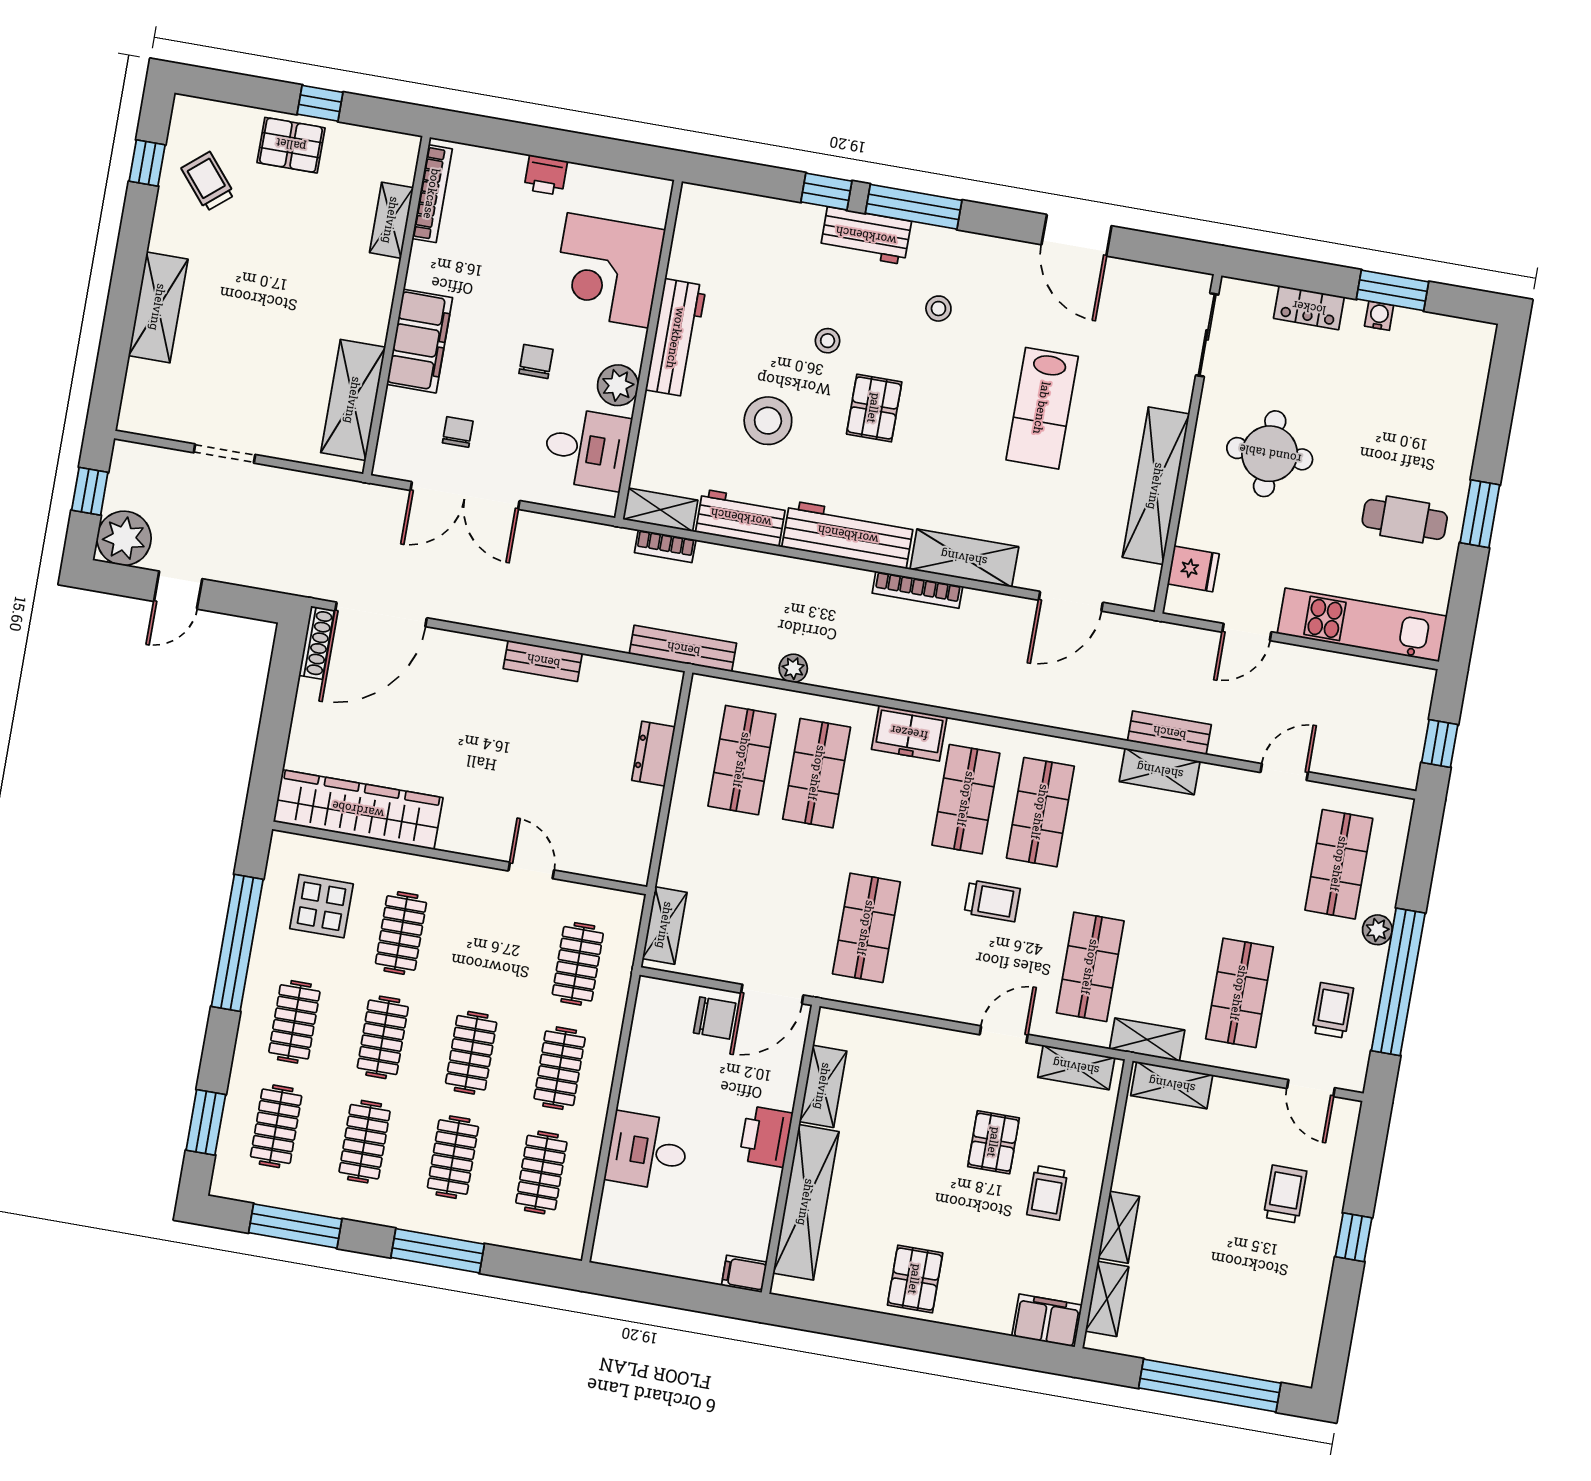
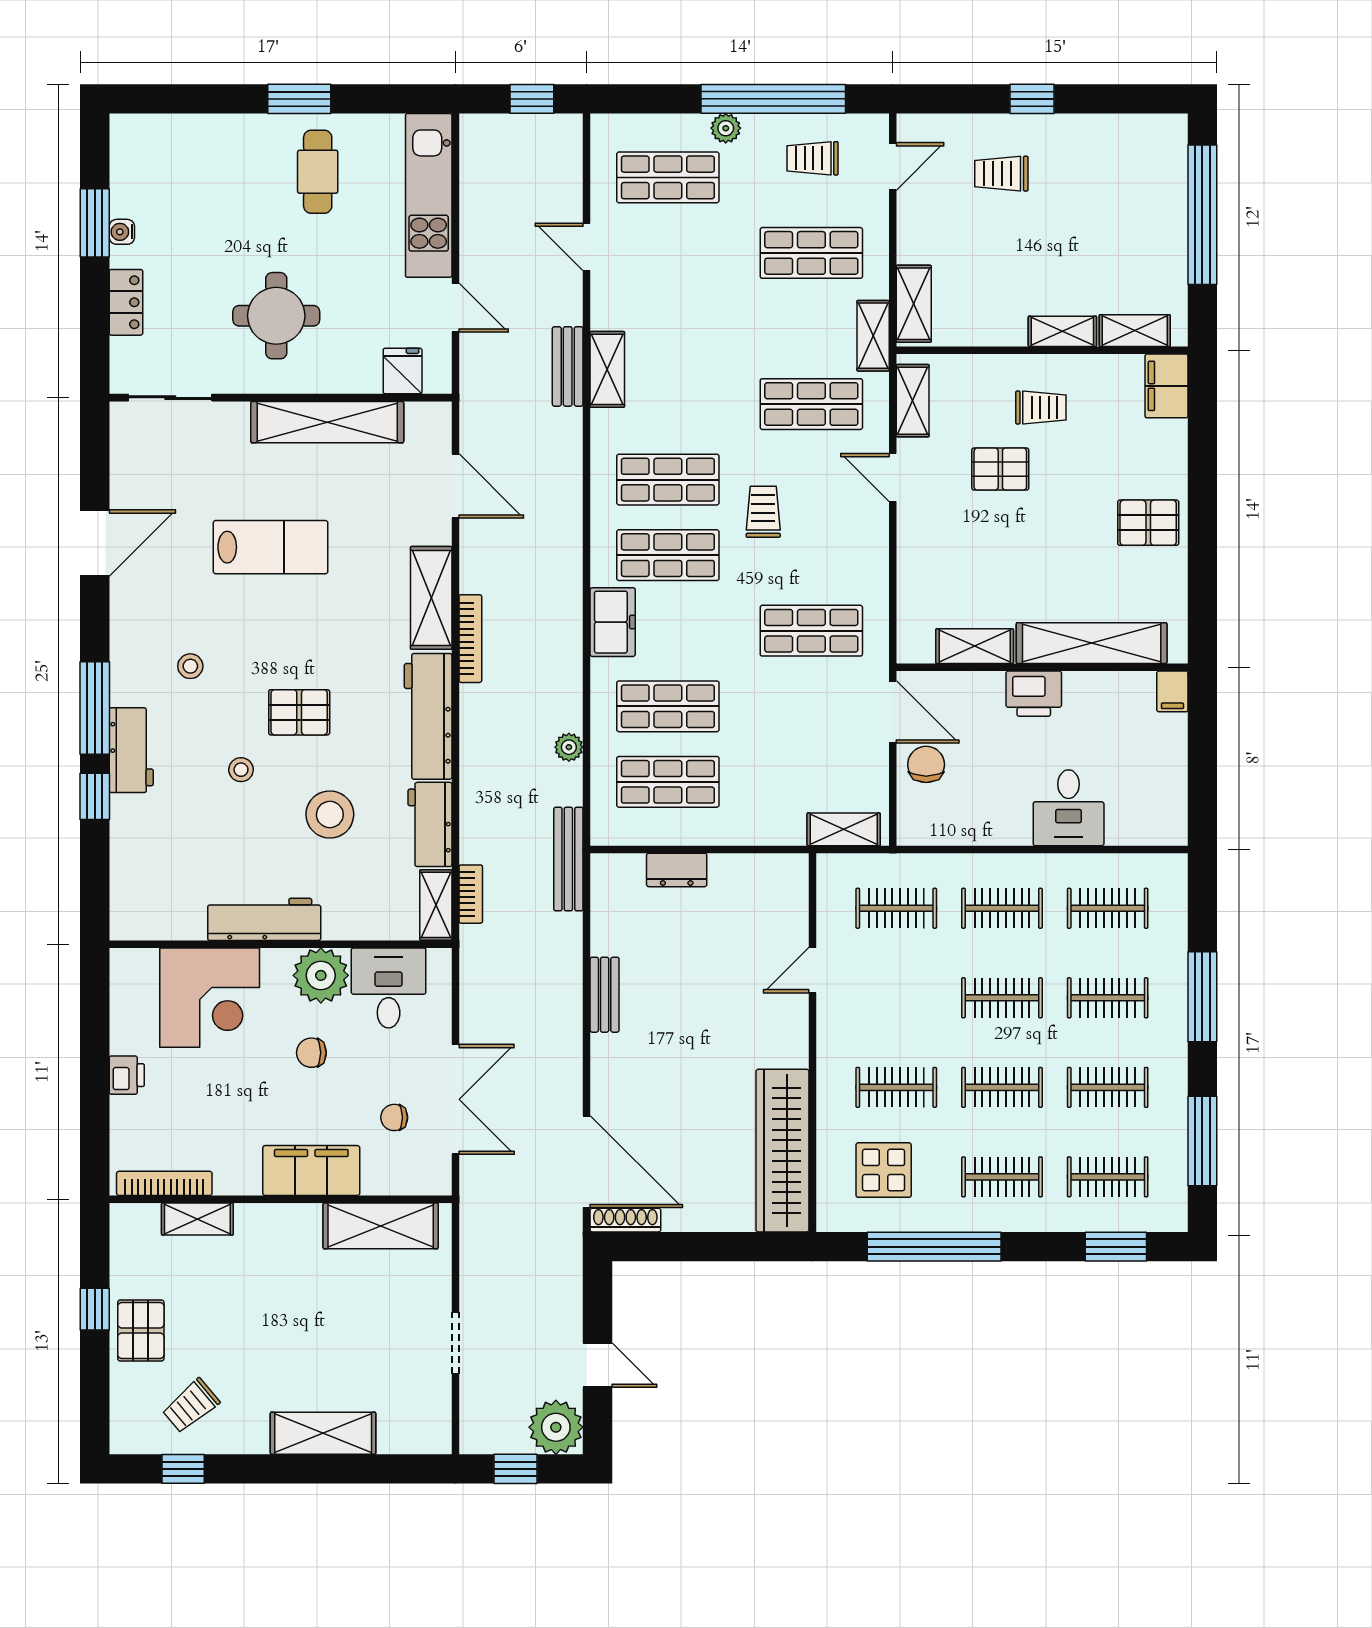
plant: (618, 385) -> (321, 975), width x1.36, depth x1.36

